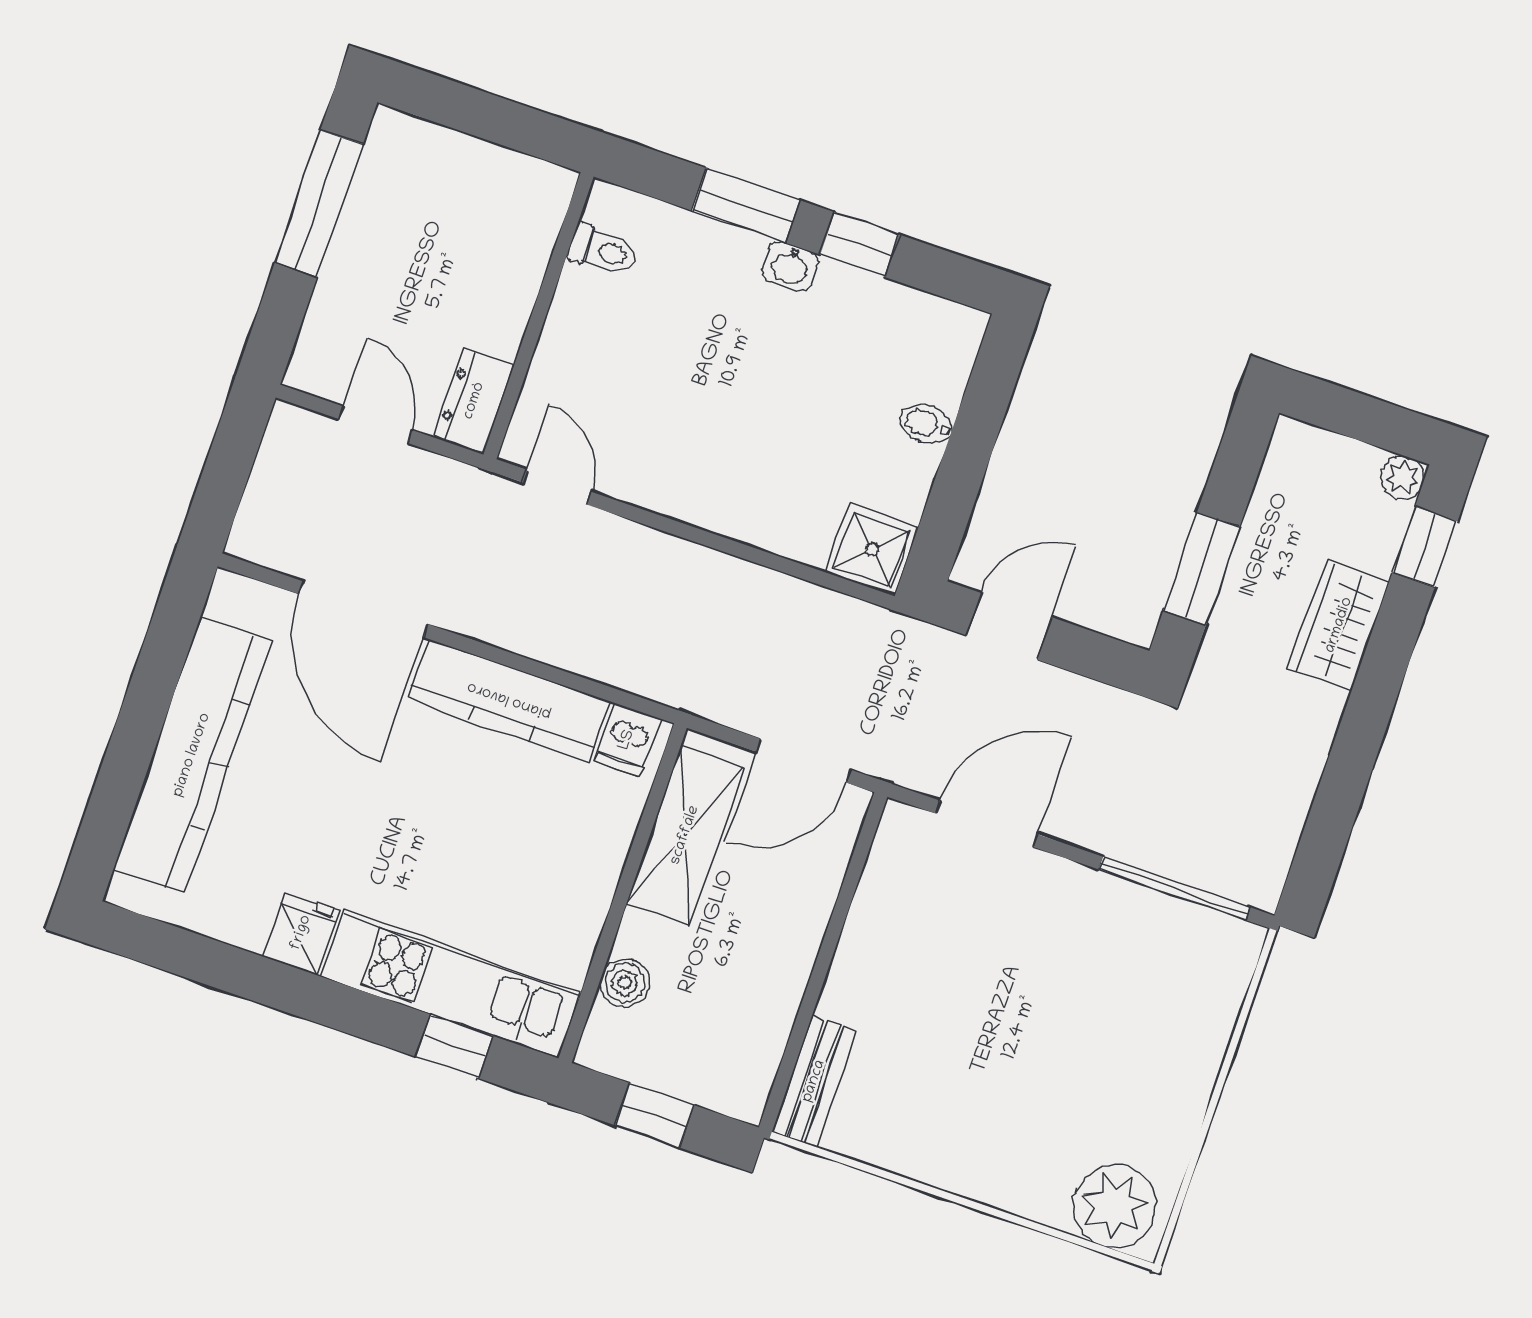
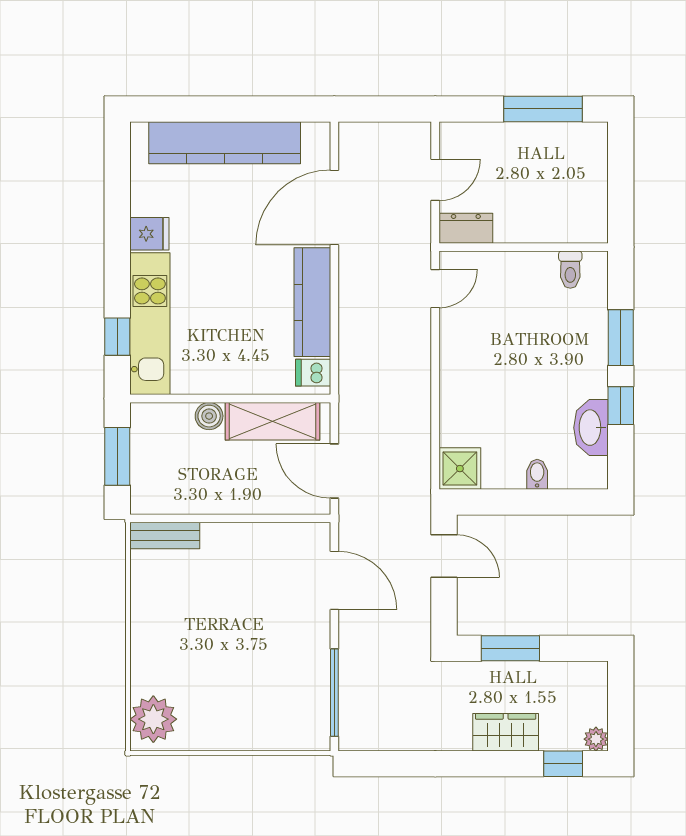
washbasin: (790, 266) -> (591, 428), moved, width x1.91, depth x1.45
boiler: (625, 983) -> (209, 416), moved
window: (655, 1115) -> (117, 456), width x1.50

